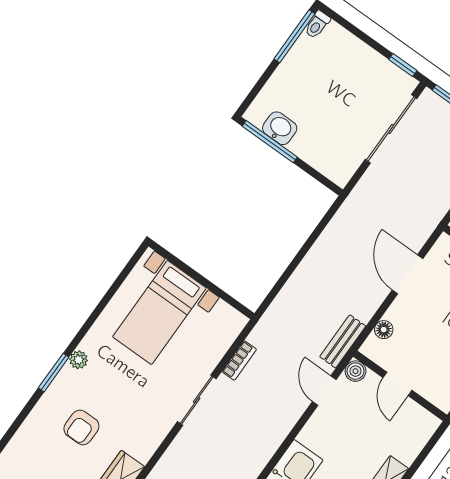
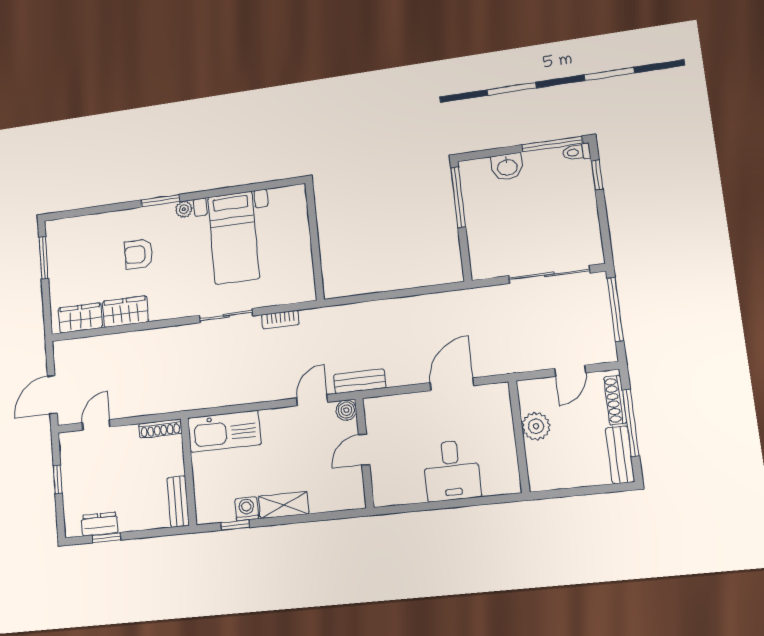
window: (403, 65) -> (597, 175), moved
washbasin: (280, 128) -> (507, 167), moved, turned 90
bed with nightstands: (159, 312) -> (234, 238), moved, turned -90
floor lamp: (384, 330) -> (395, 403), removed

